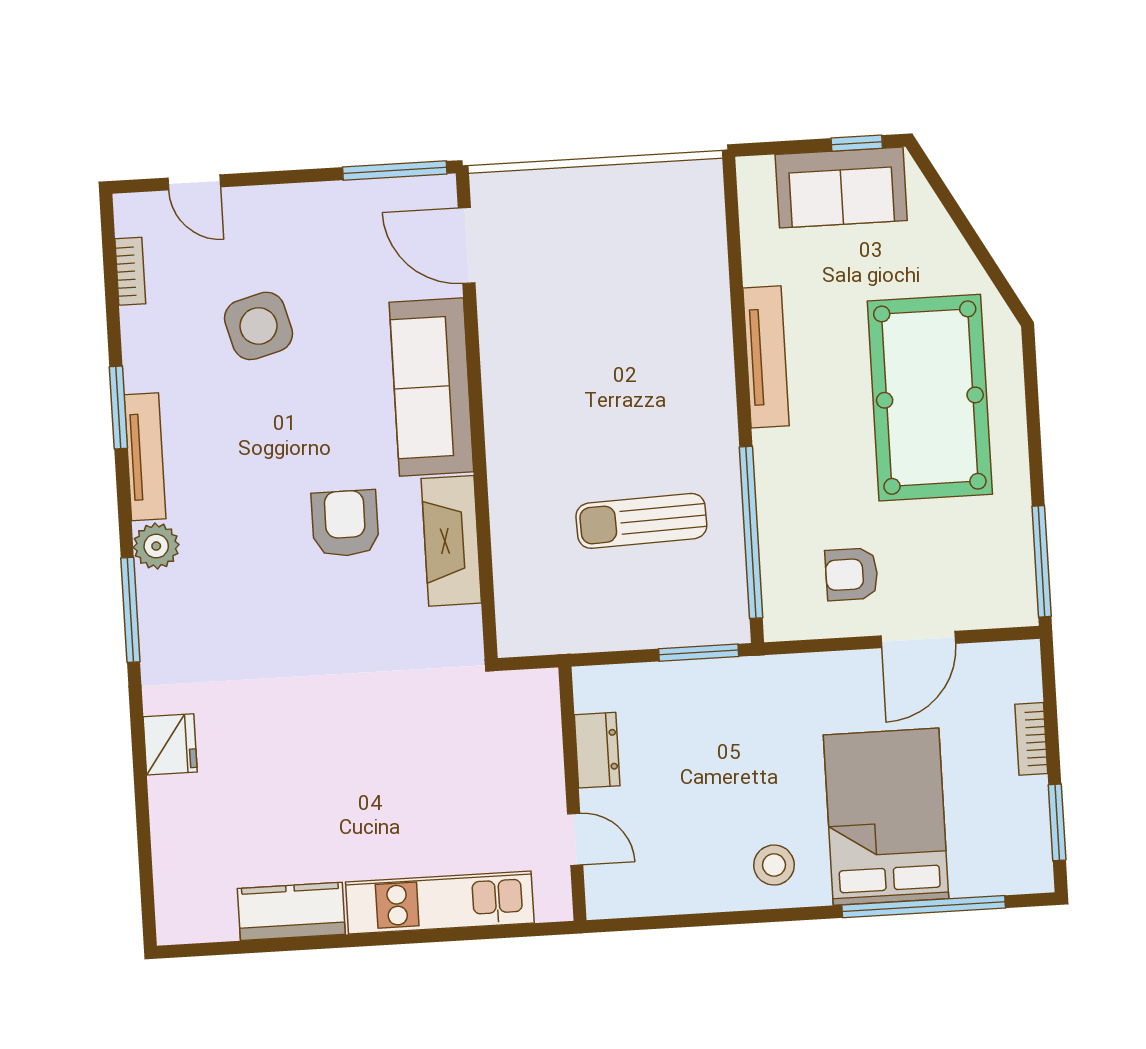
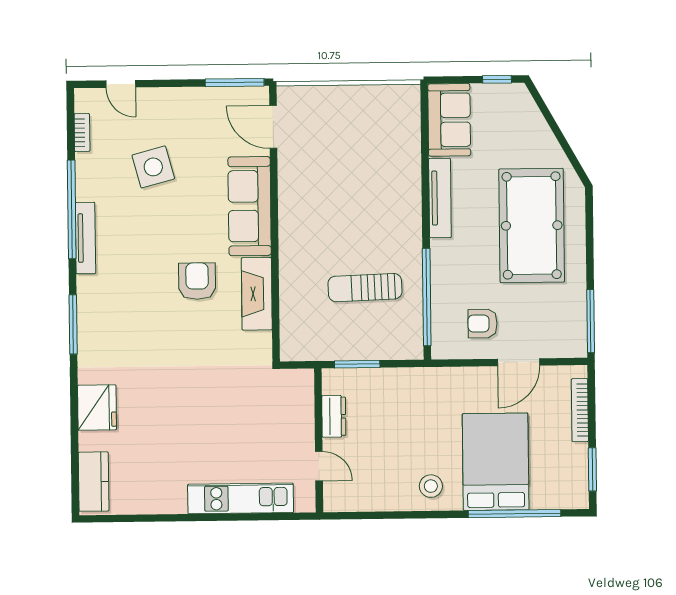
sofa: (841, 188) -> (449, 120), moved, turned -90
window: (118, 408) -> (72, 209), width x2.11
plant: (156, 546) -> (89, 289), removed
window: (699, 653) -> (357, 364), moved
bookcase: (1031, 739) -> (580, 410), width x1.56
fridge: (170, 744) -> (97, 408), width x1.36, depth x1.34
kitchen counter: (291, 911) -> (94, 482), moved, turned 90

